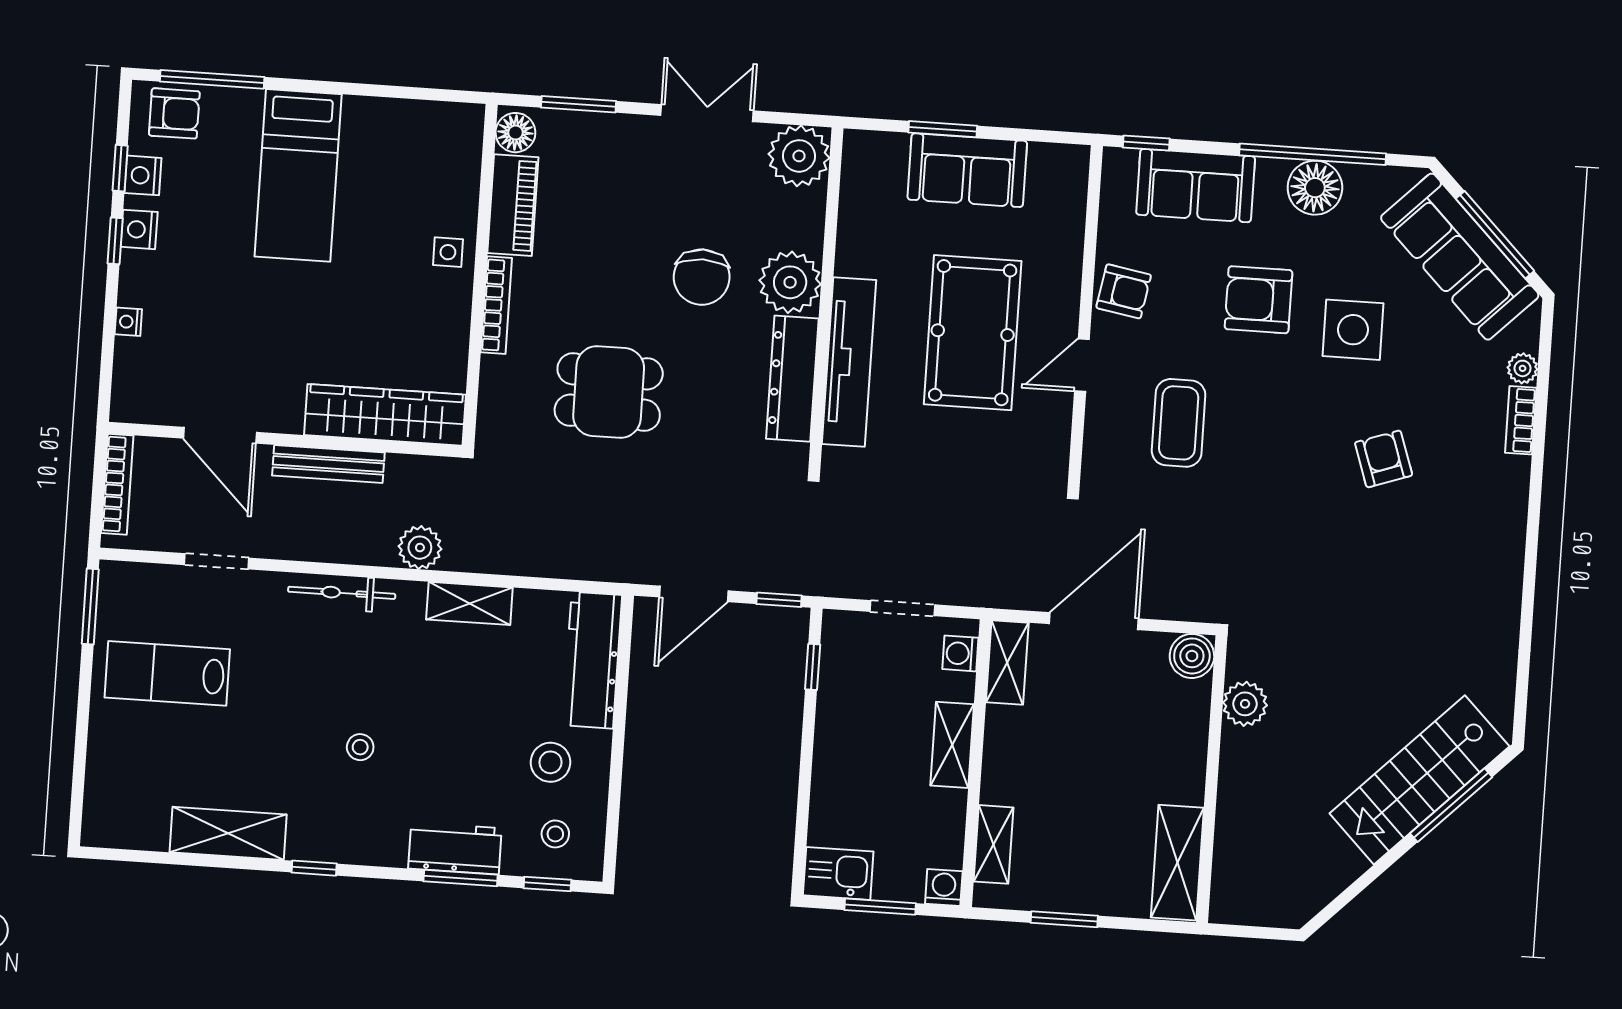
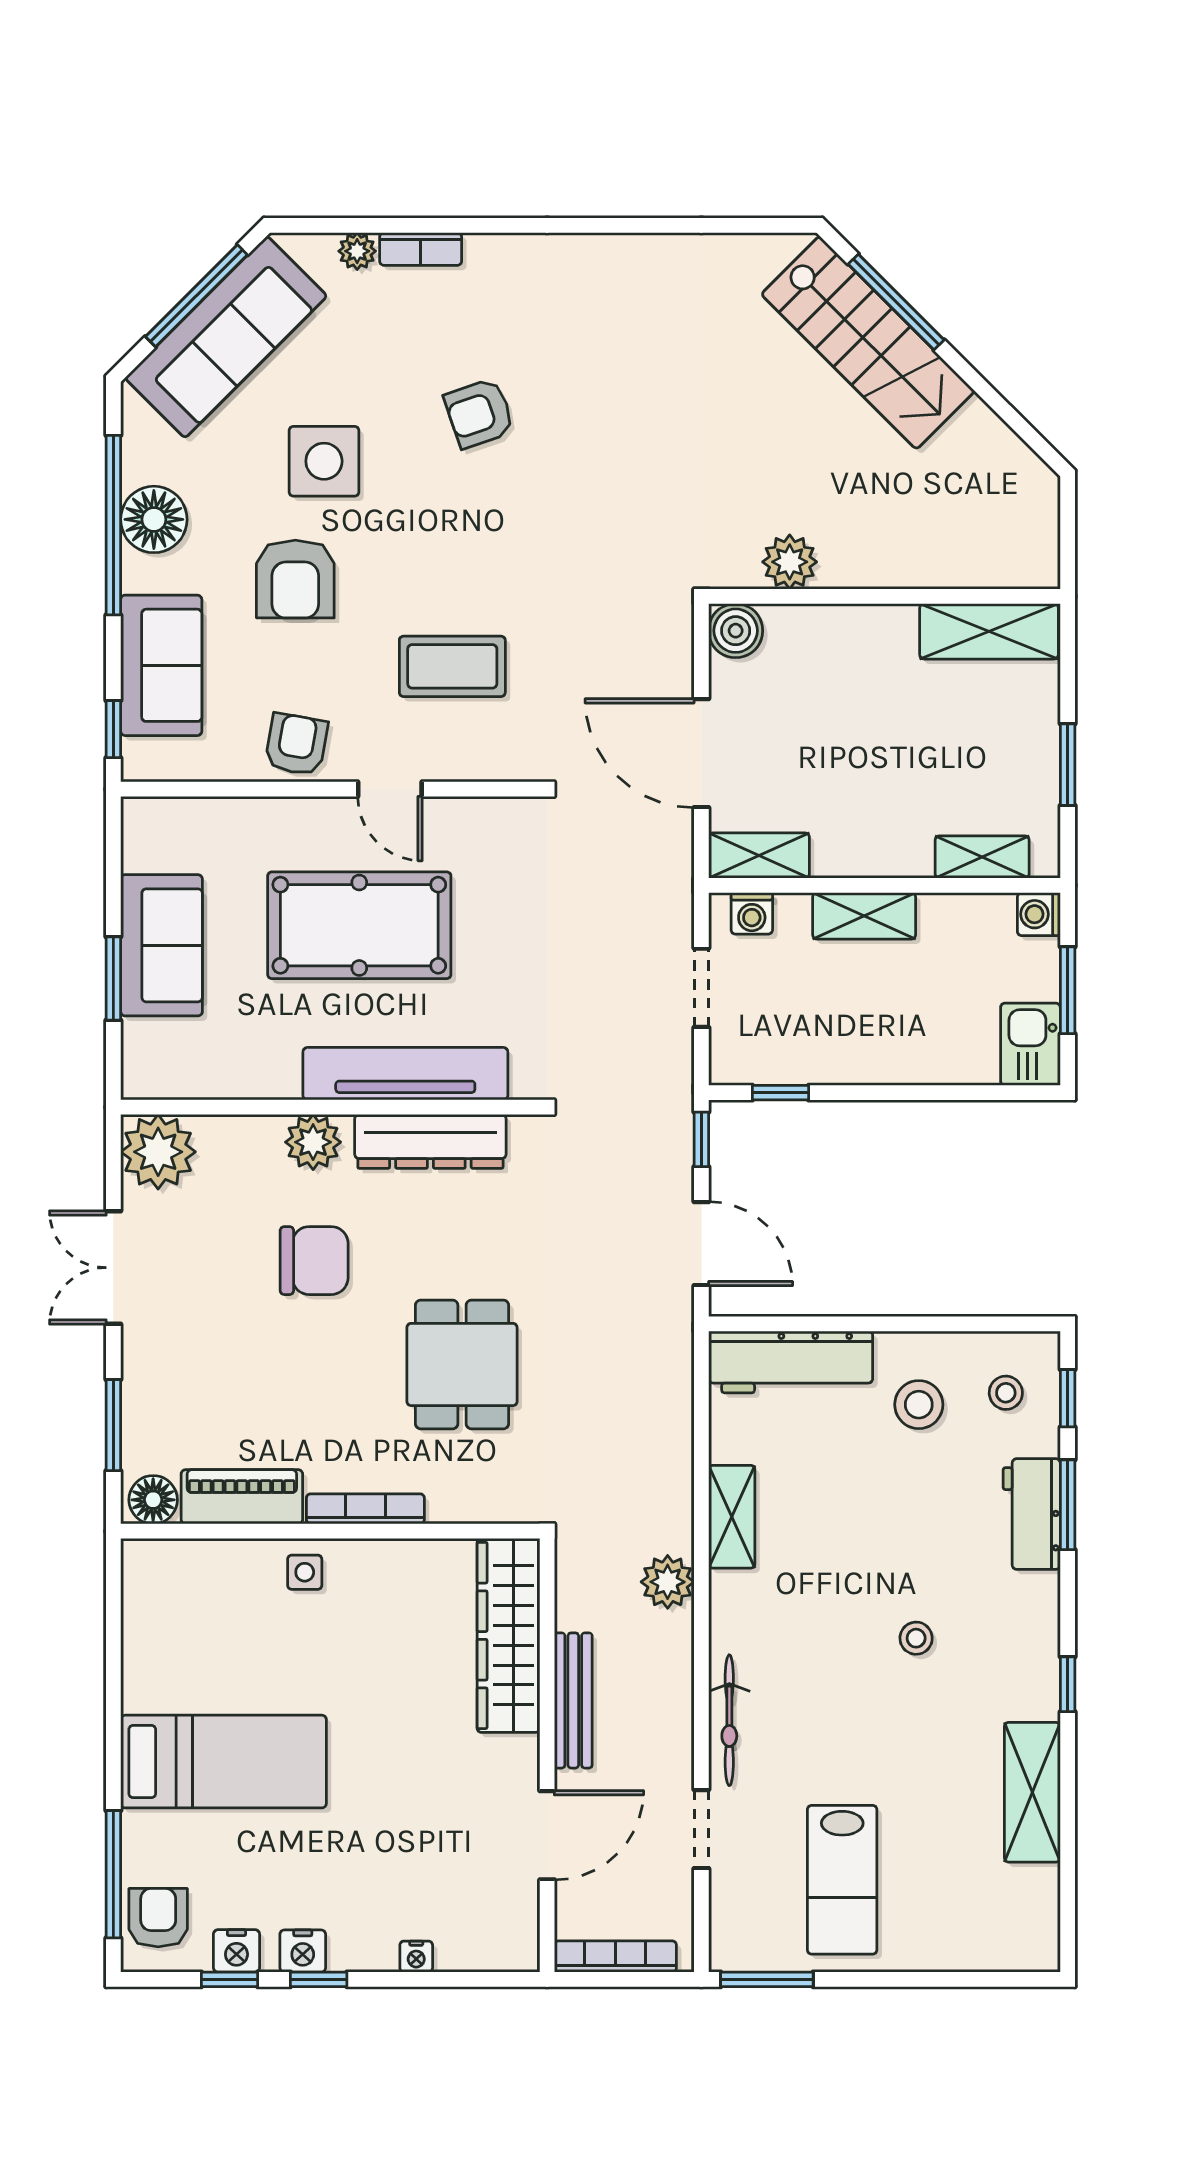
plant: (790, 282) -> (313, 1142), width x0.73, depth x0.73
bicycle: (342, 593) -> (729, 1720), moved

